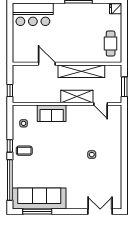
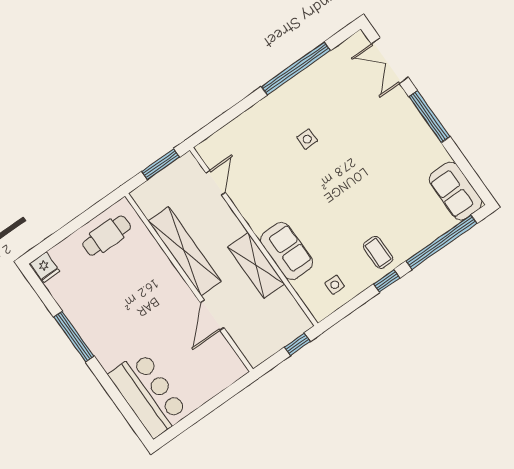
shelving: (77, 97) -> (256, 265), moved
window: (124, 171) -> (296, 68), added
sofa: (39, 198) -> (456, 191), width x0.54, depth x0.79
window: (37, 212) -> (429, 117), moved

